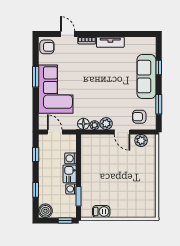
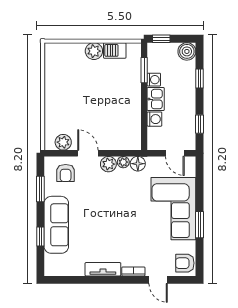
armchair: (139, 117) -> (66, 173), turned 90
plant: (117, 211) -> (94, 51), added

